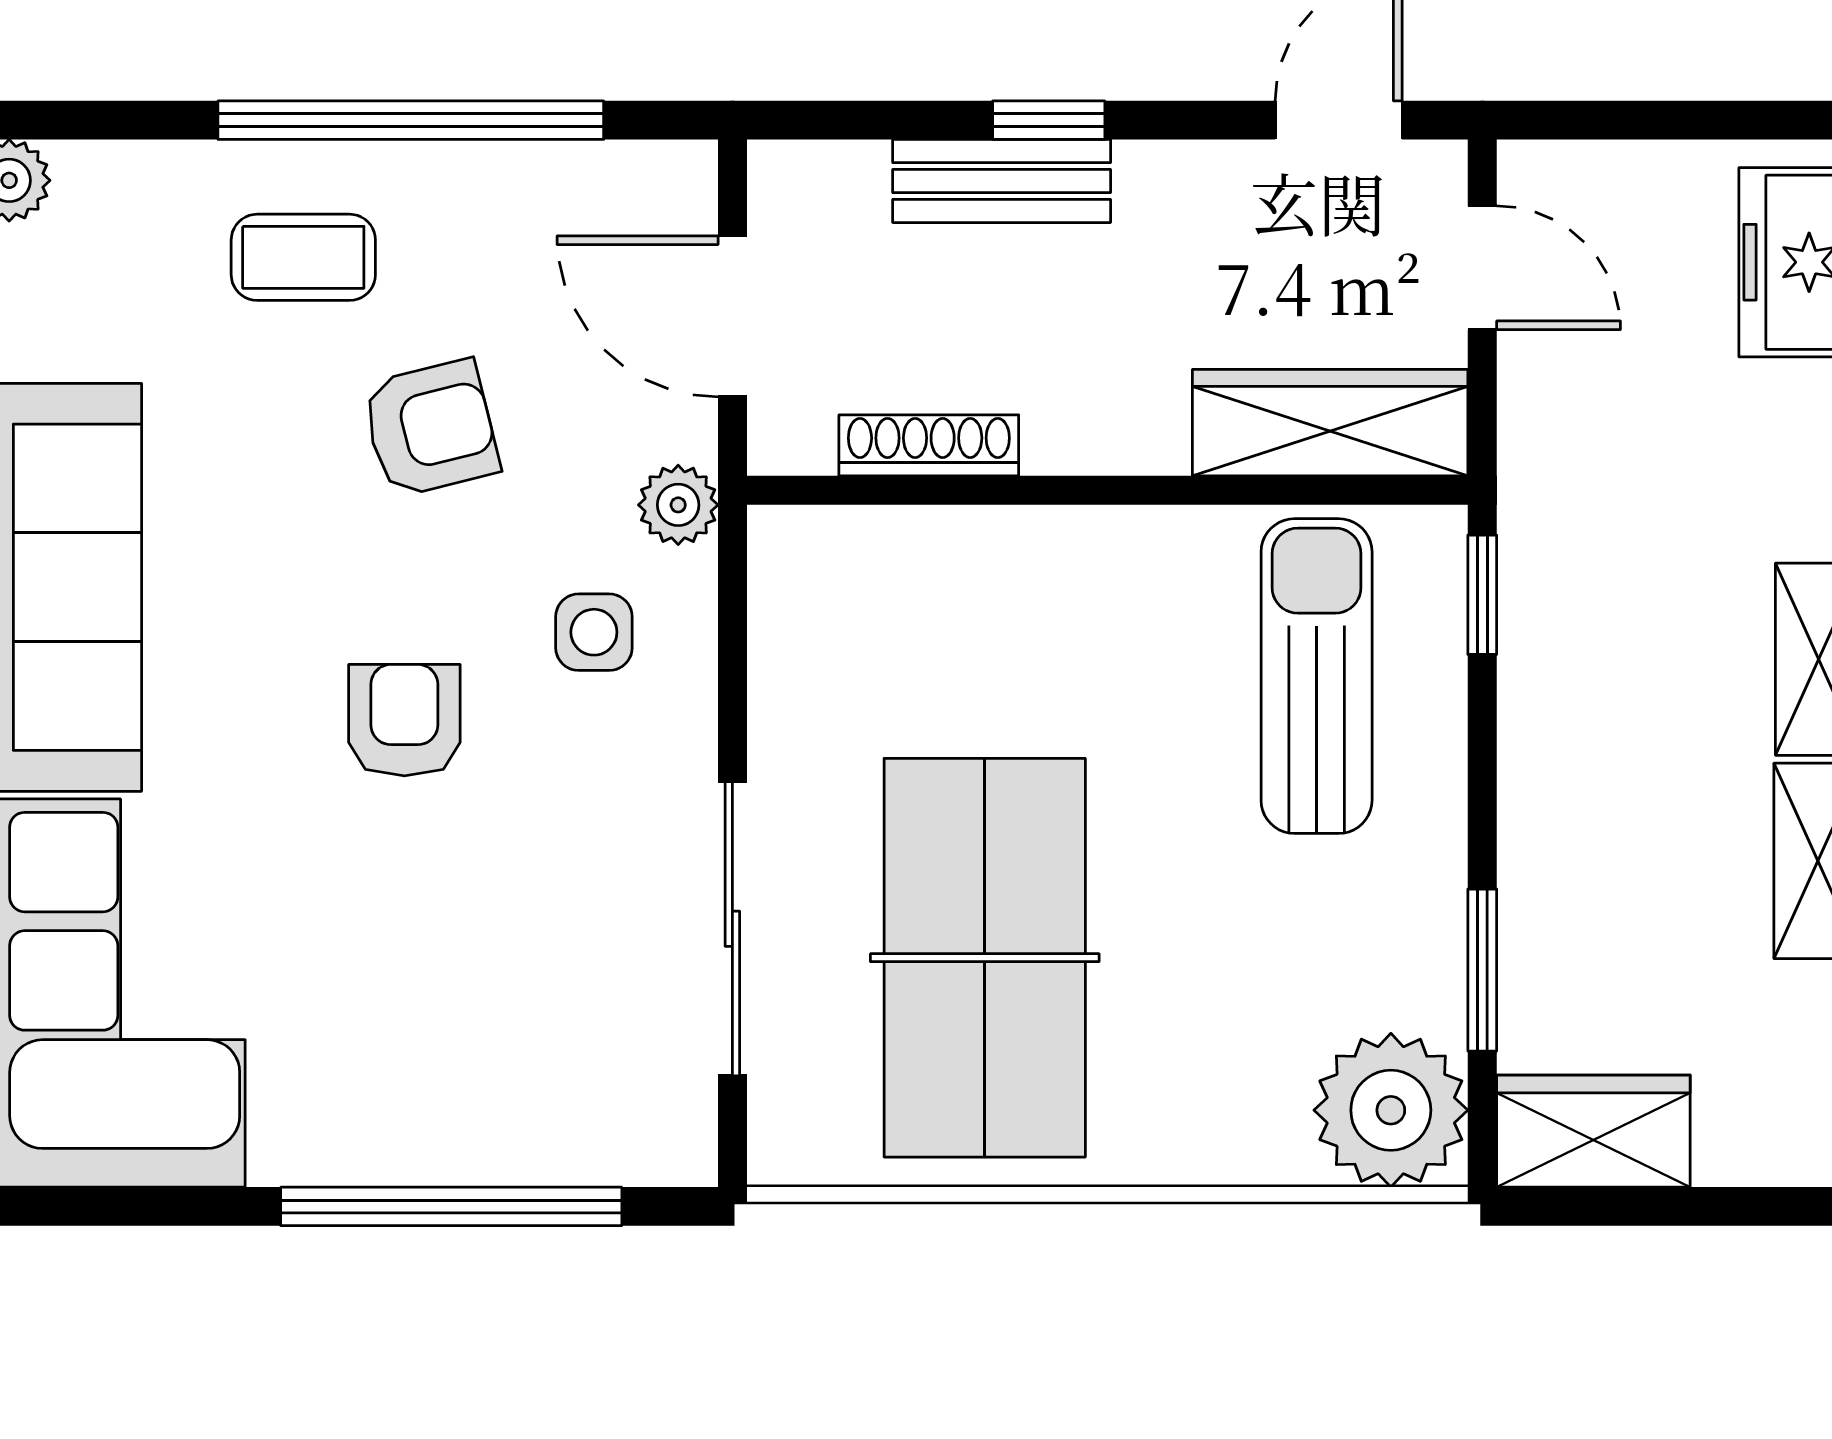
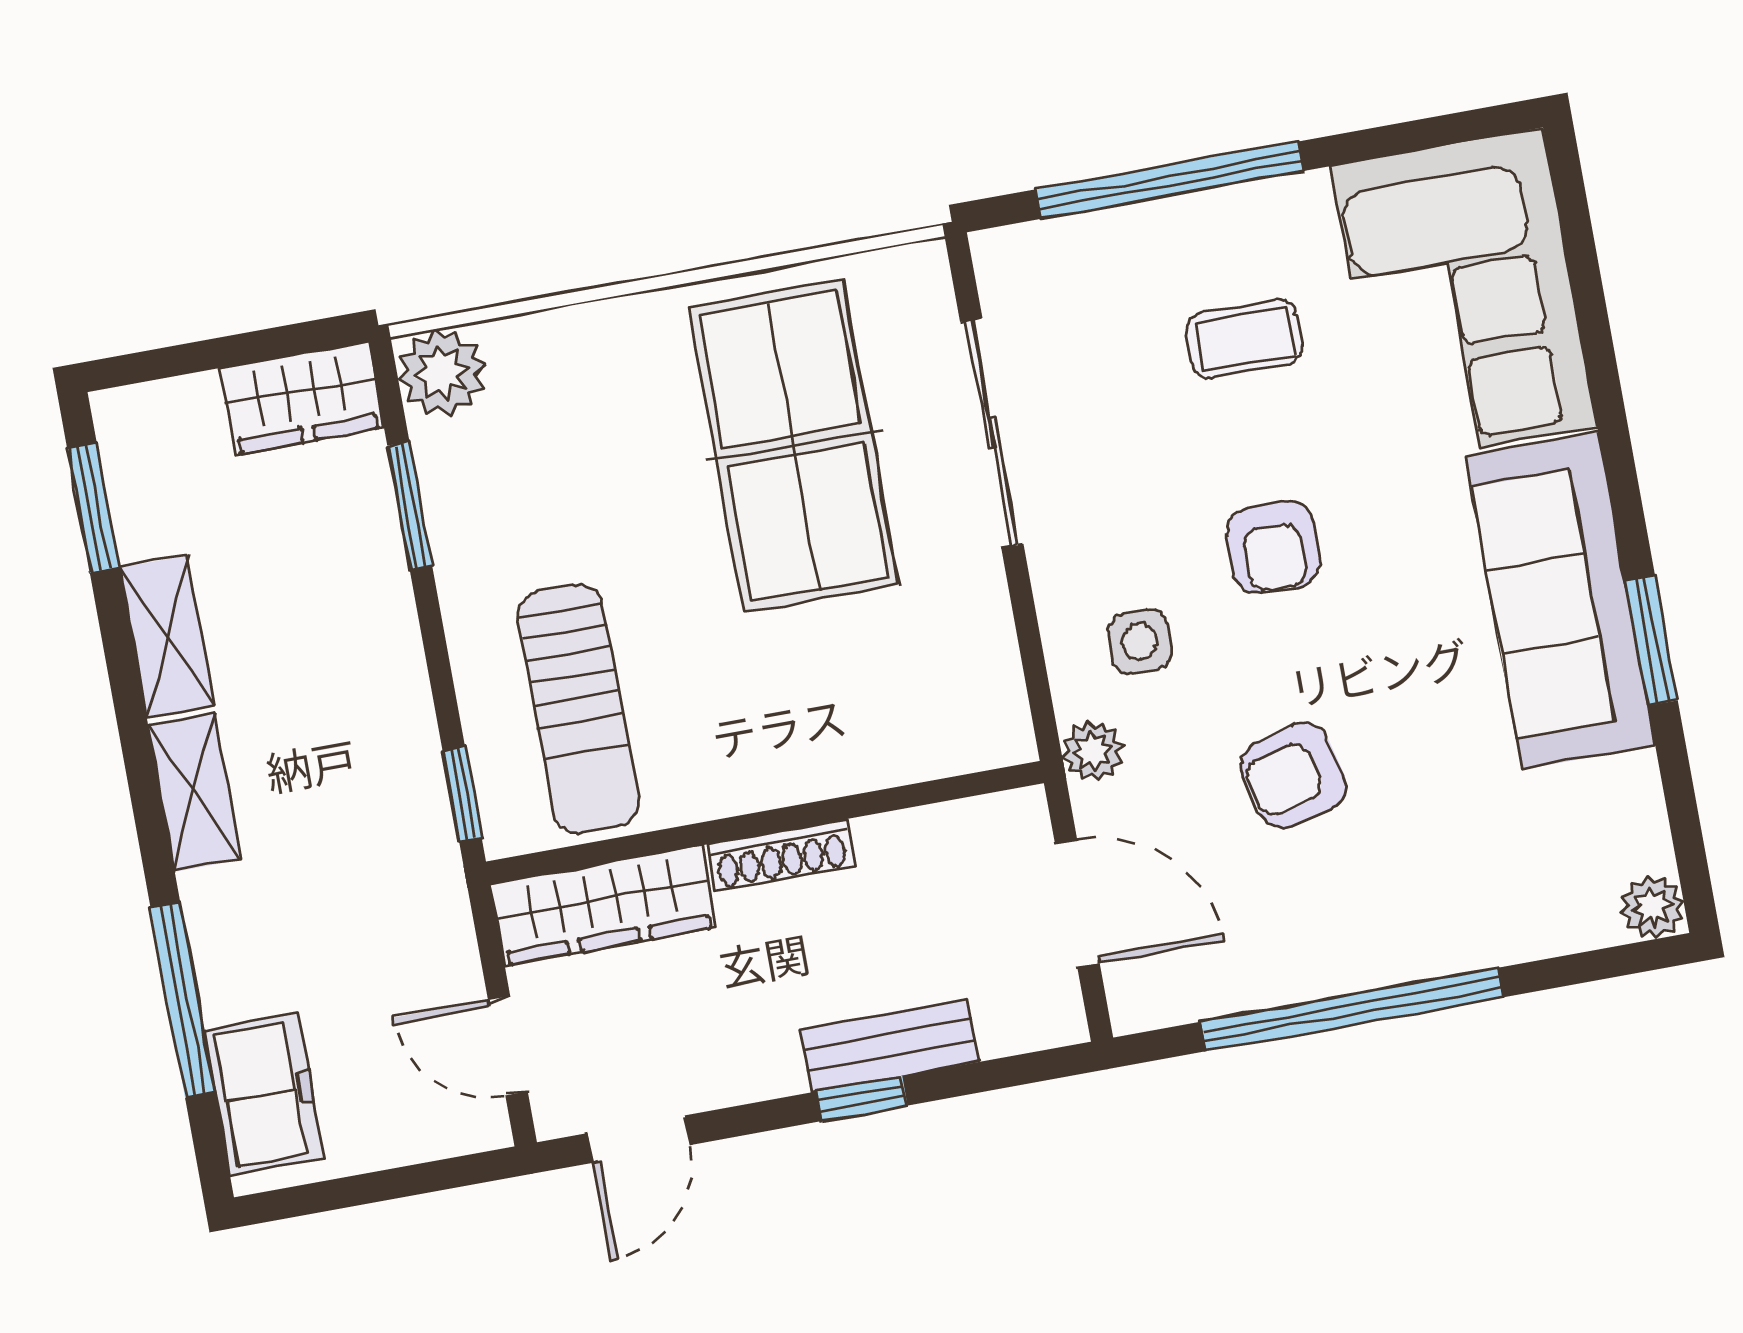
coffee table: (303, 257) -> (1245, 339), moved
shoe rack: (929, 445) -> (781, 855), moved
plant: (1391, 1110) -> (442, 372), width x0.73, depth x0.73

